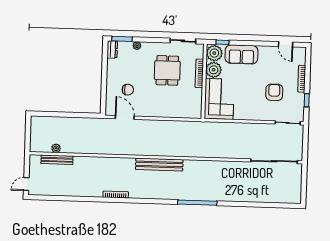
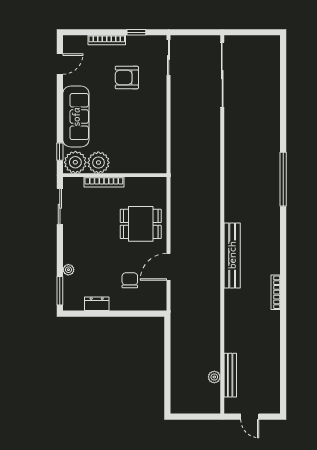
dresser: (112, 49) -> (97, 304), moved
sofa: (241, 54) -> (76, 117), width x1.36
dining table: (167, 70) -> (141, 224), moved
corner sofa: (219, 99) -> (139, 153), removed
door: (125, 117) -> (169, 267), moved
bench: (159, 165) -> (232, 255), moved
door: (26, 184) -> (250, 417), moved

